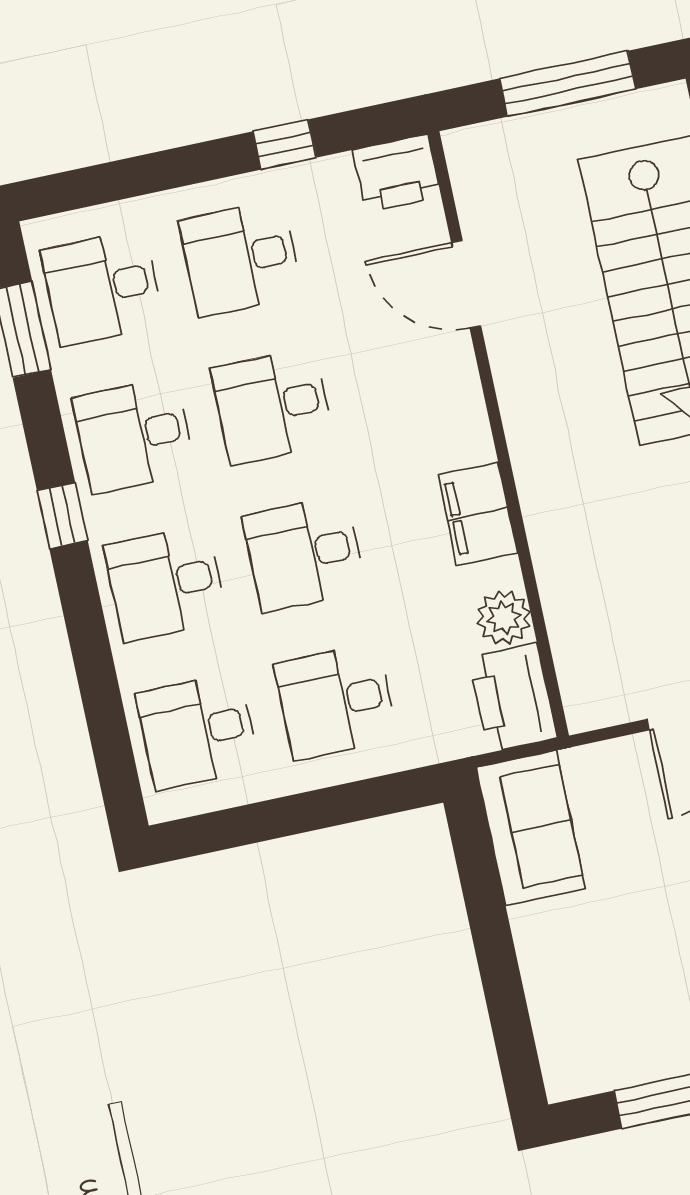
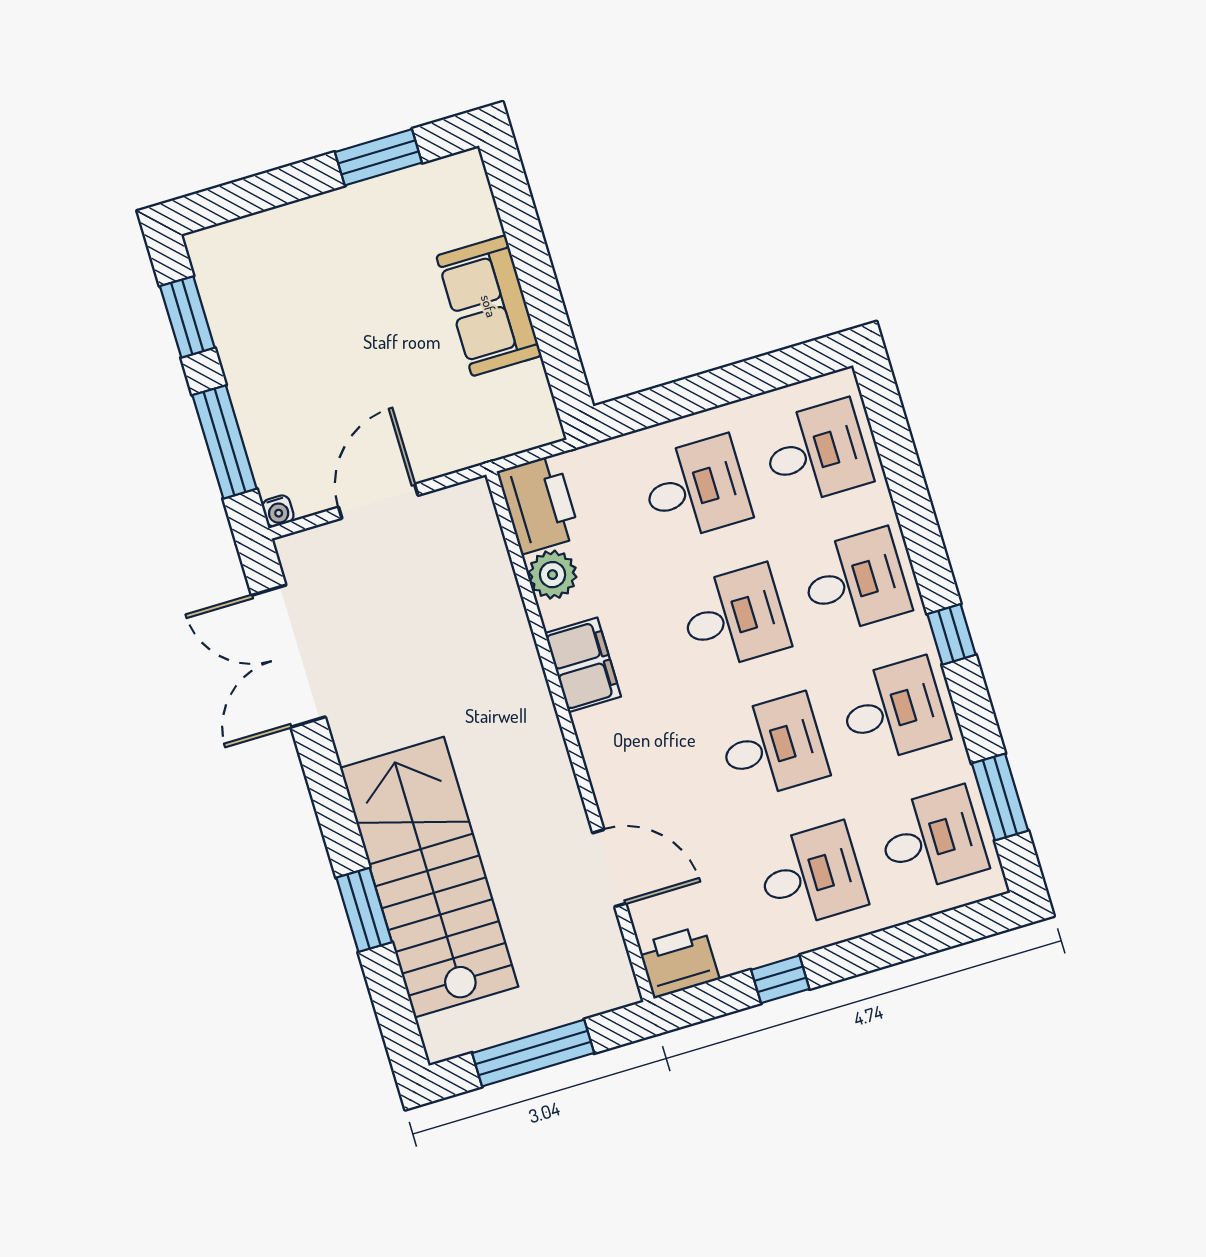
sofa: (531, 828) -> (489, 306), moved

